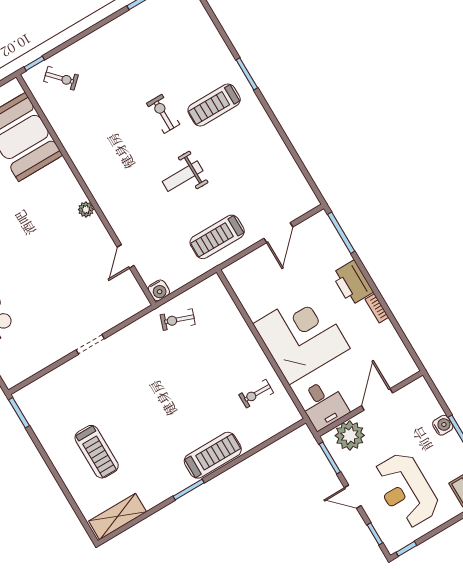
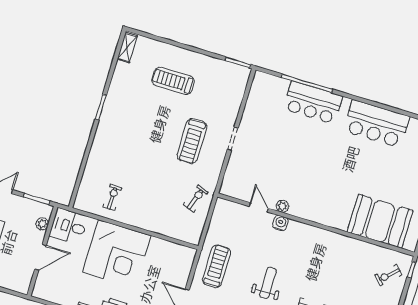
plant: (86, 209) -> (282, 206), moved
water cooler: (159, 290) -> (280, 223), moved, turned 90
door: (377, 399) -> (40, 257), hinge flipped
plant: (350, 436) -> (42, 224), width x0.53, depth x0.53
treadmill: (213, 455) -> (192, 141), moved
shelving: (118, 516) -> (127, 48), width x0.67, depth x0.75

